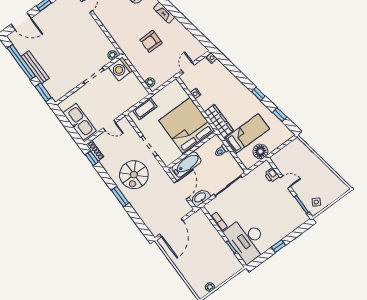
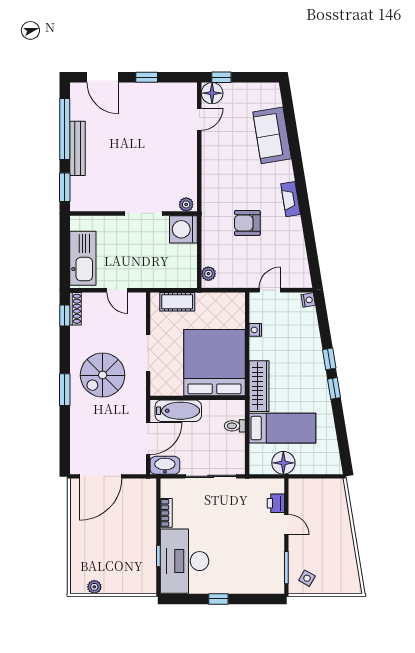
window: (280, 115) -> (329, 359), moved

